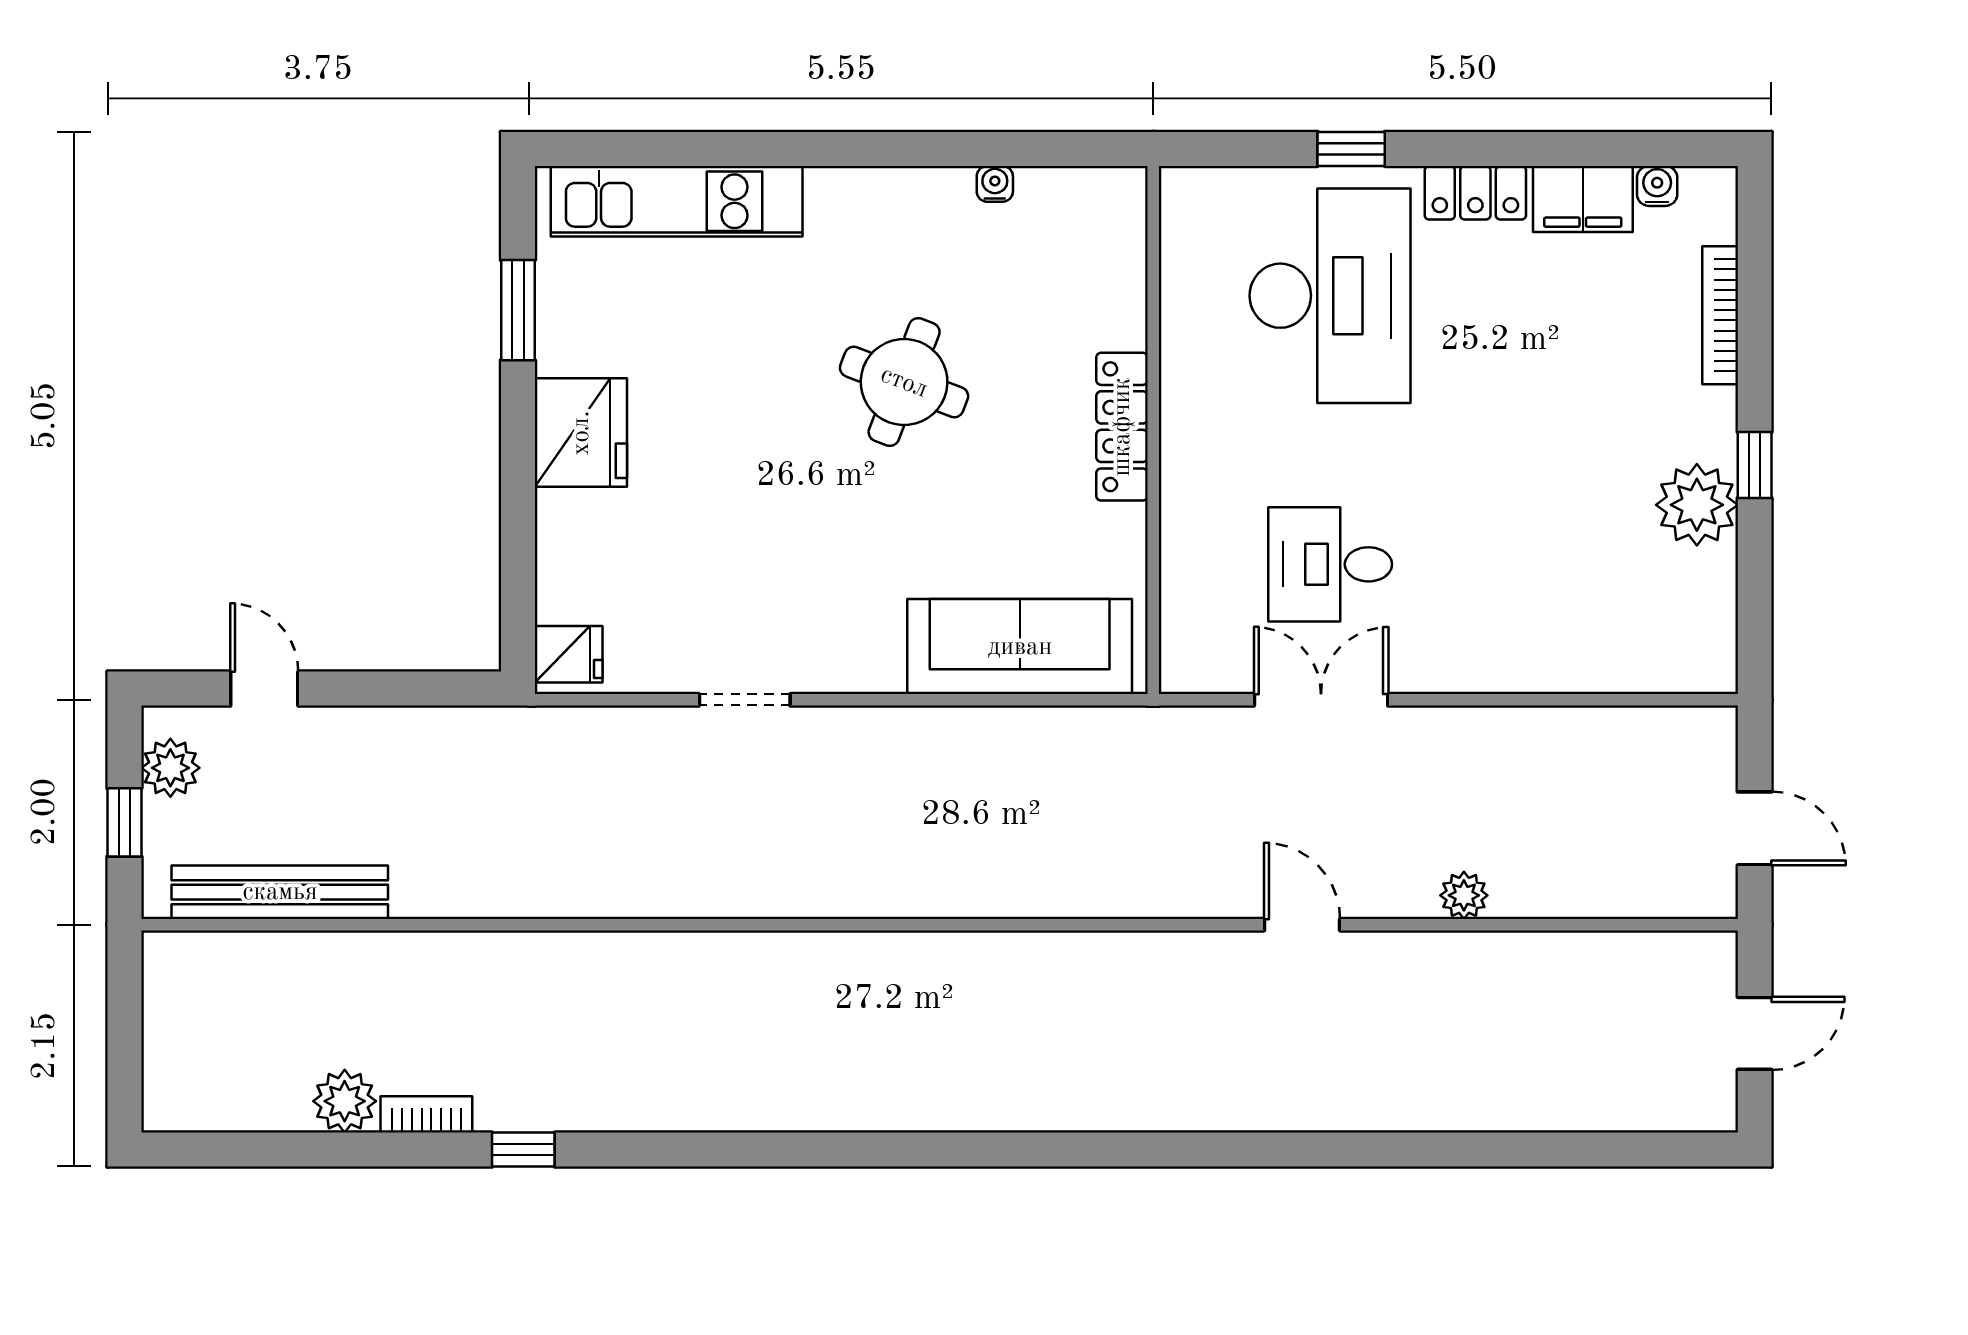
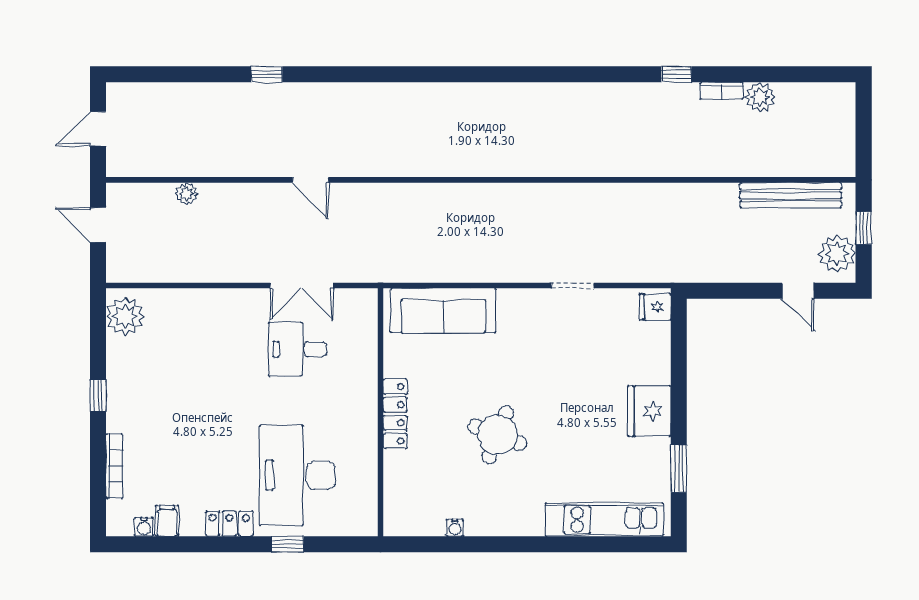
filing cabinet: (1583, 199) -> (167, 521), width x0.50
plant: (1697, 505) -> (125, 316), moved
desk: (1330, 564) -> (297, 349), turned 180
plant: (170, 768) -> (837, 254), width x1.36, depth x1.36
plant: (1464, 895) -> (187, 194), moved
window: (1396, 1150) -> (267, 74), added

